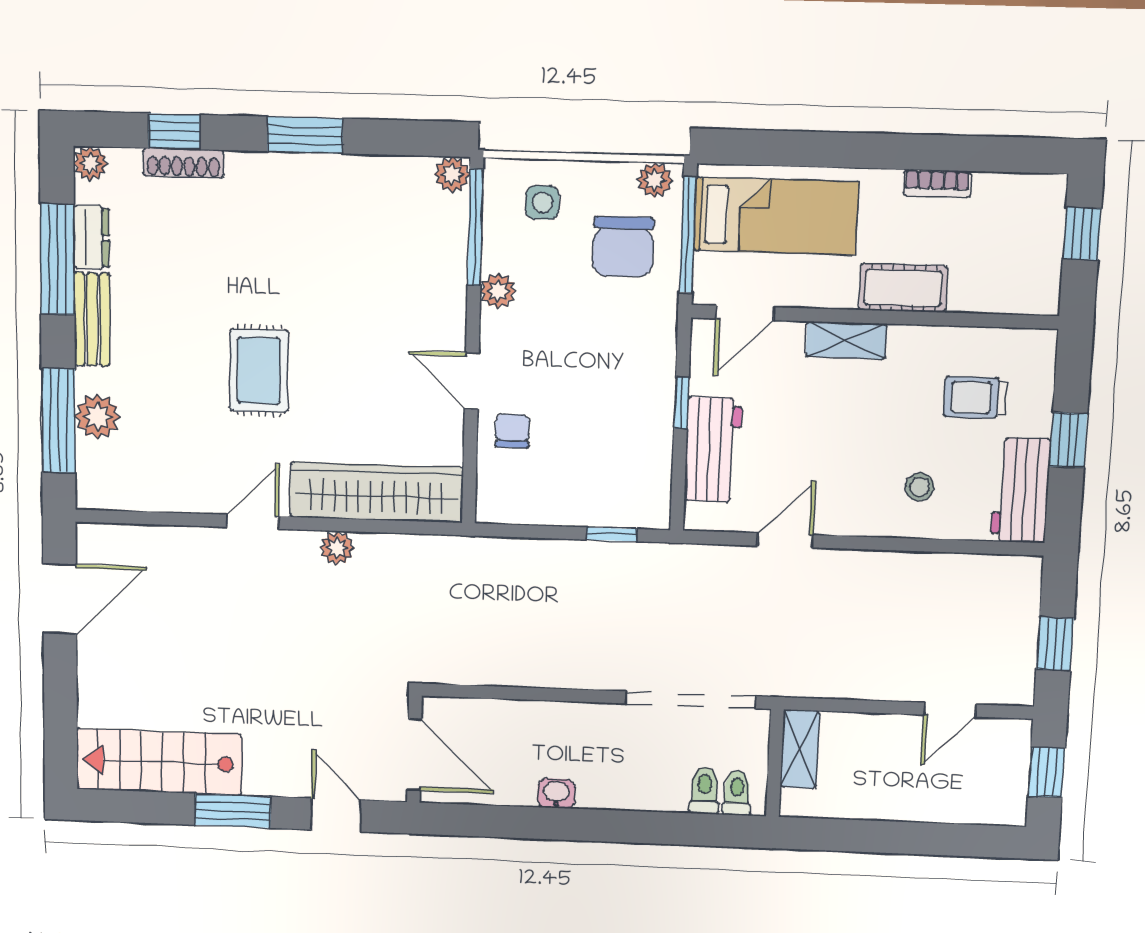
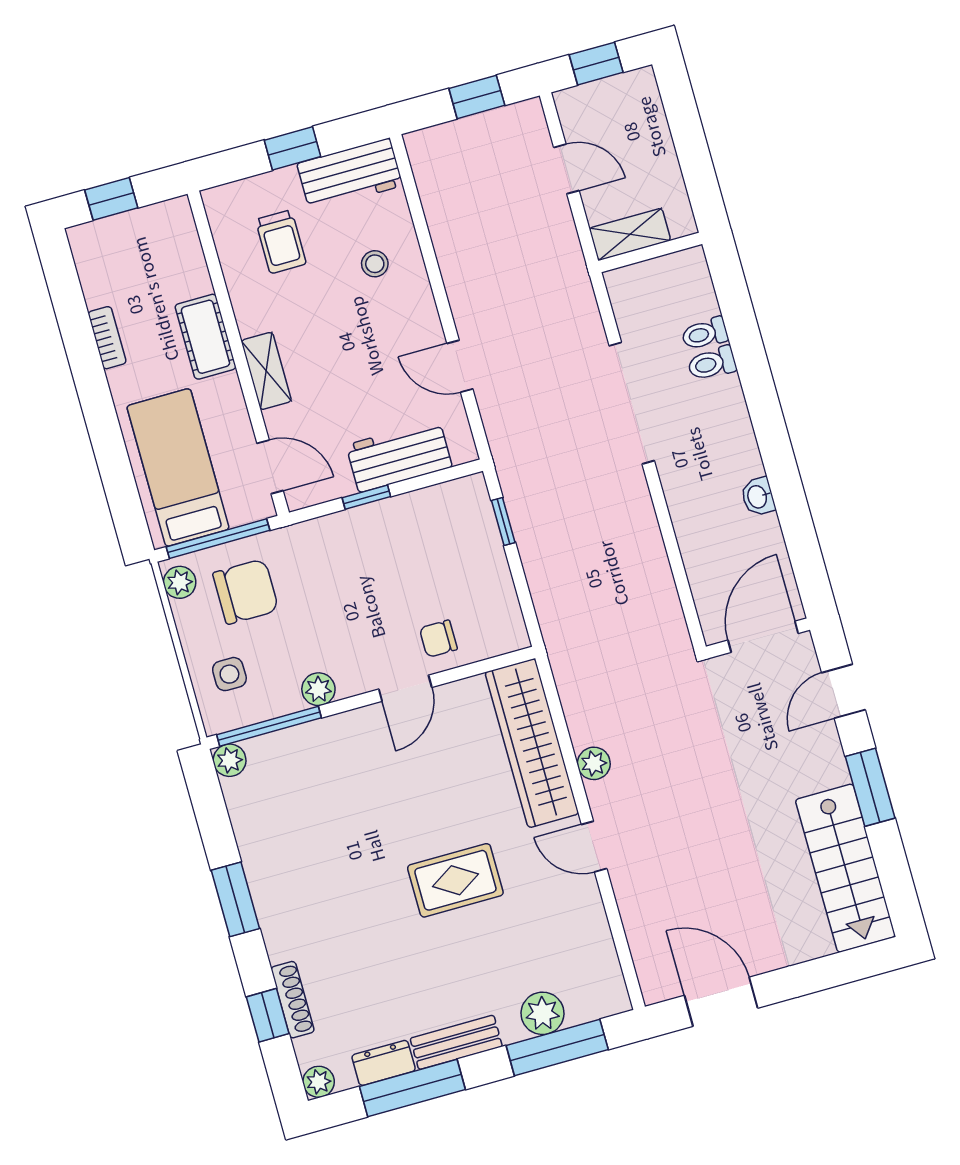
shelving: (800, 749) -> (630, 234), moved
wall: (775, 763) -> (650, 252), moved

